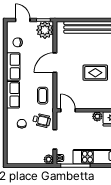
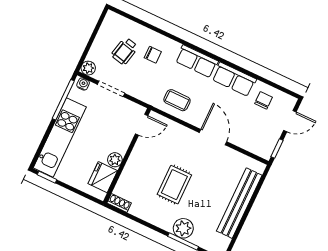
plant: (45, 30) -> (263, 144), removed
wheelchair: (42, 120) -> (125, 51), moved

